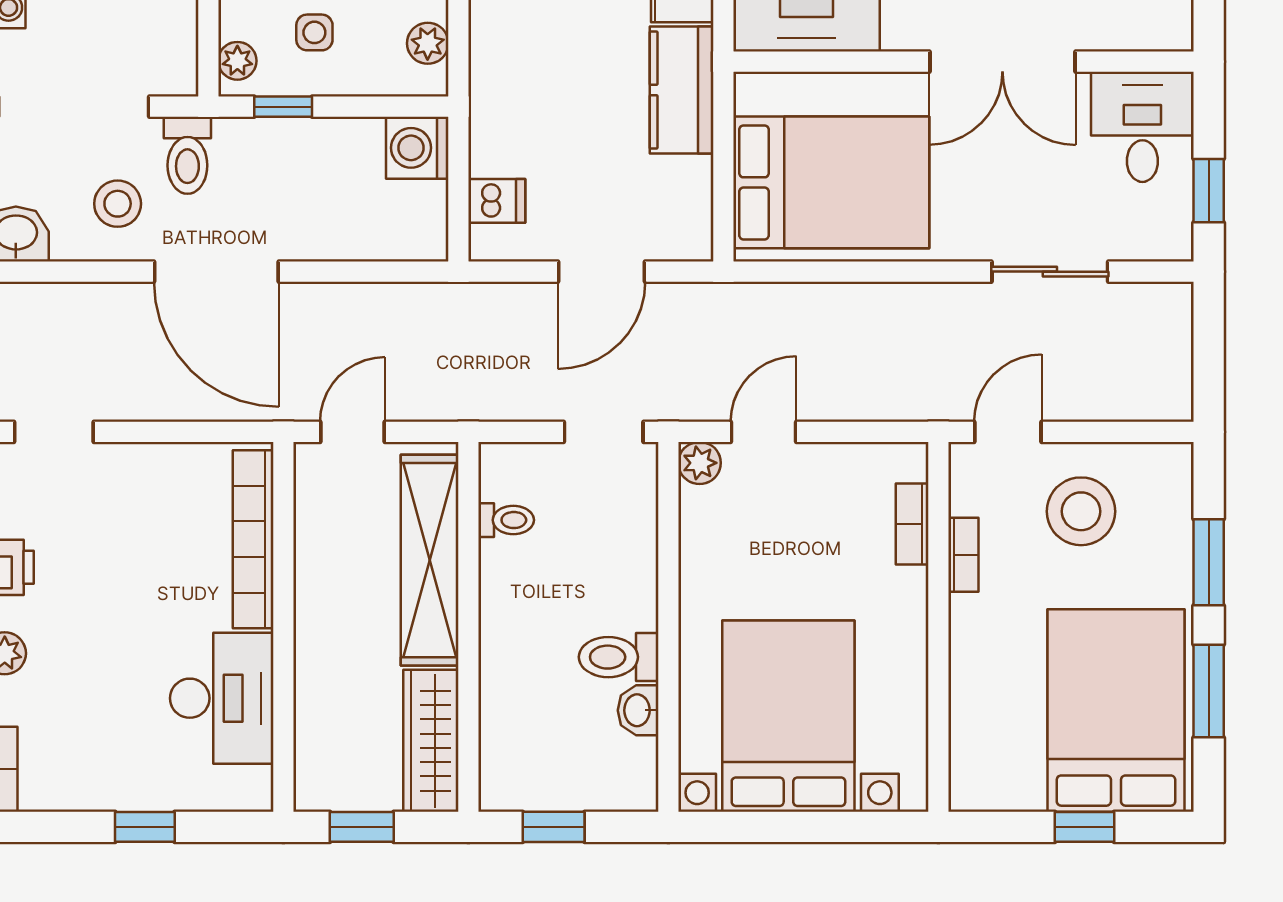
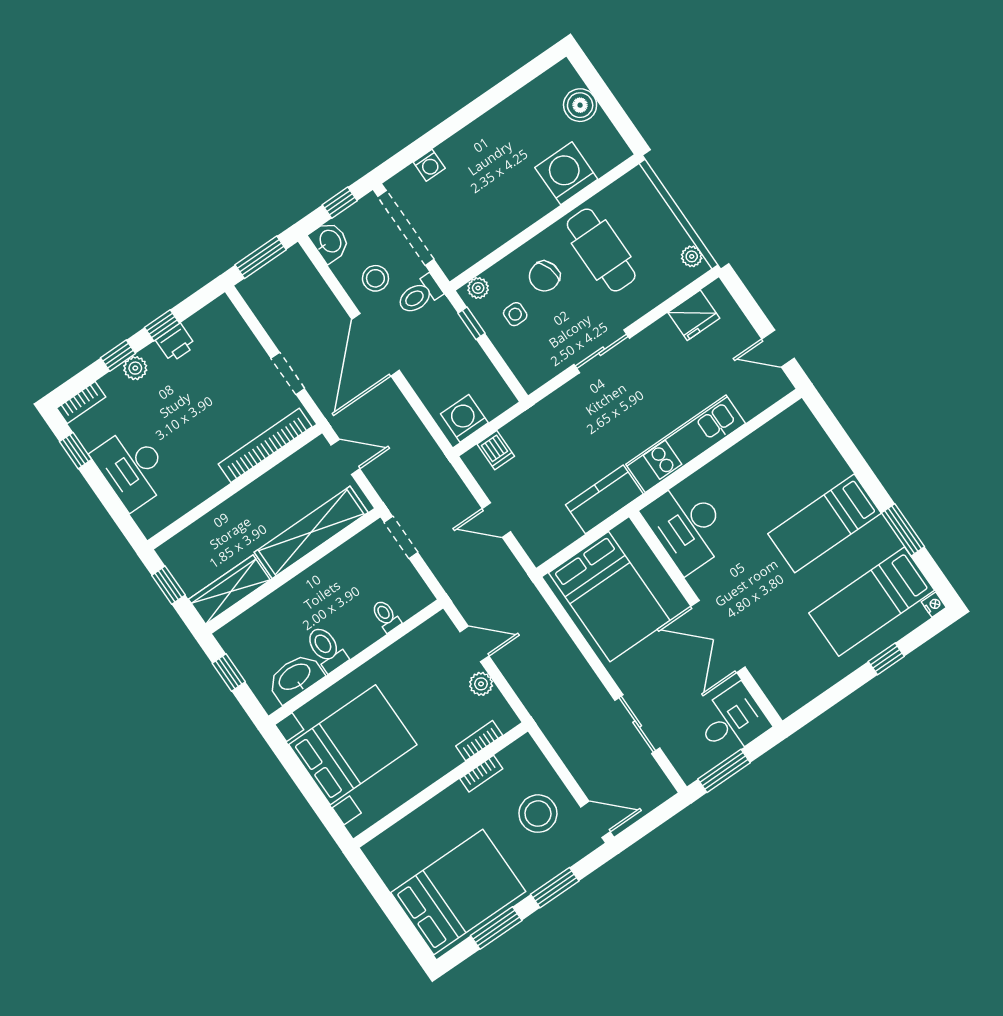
plant: (428, 43) -> (546, 369), removed
washing machine: (417, 148) -> (464, 418), moved
window: (1209, 191) -> (724, 771), width x1.50
door: (601, 272) -> (496, 520), width x0.73
doorway: (54, 432) -> (288, 374), moved
doorway: (604, 432) -> (401, 537), moved
door: (1008, 432) -> (595, 819), moved
plant: (700, 463) -> (481, 684), moved
toilet: (506, 520) -> (386, 616), moved, turned 180
desk: (222, 698) -> (132, 468), moved, turned 90
washbasin: (638, 710) -> (295, 678), width x1.91, depth x1.45
window: (145, 827) -> (76, 451), moved
window: (1084, 827) -> (395, 914), removed

